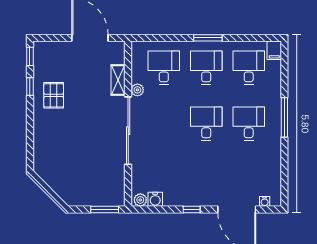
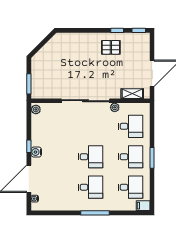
shelving: (118, 80) -> (132, 94), moved
water cooler: (155, 199) -> (36, 152), moved

